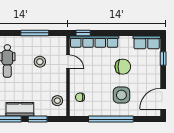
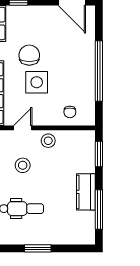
side table: (121, 95) -> (37, 82), moved
stool: (57, 101) -> (48, 141), moved
window: (38, 119) -> (99, 154), moved

